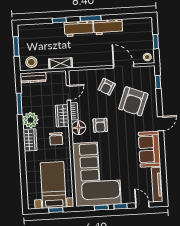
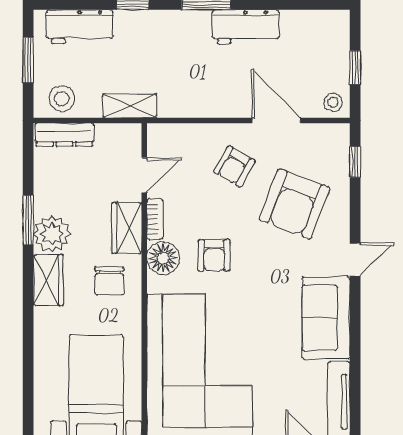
workbench: (79, 29) -> (80, 27), moved
window: (19, 104) -> (28, 220), moved

